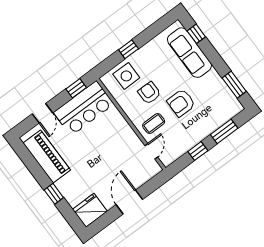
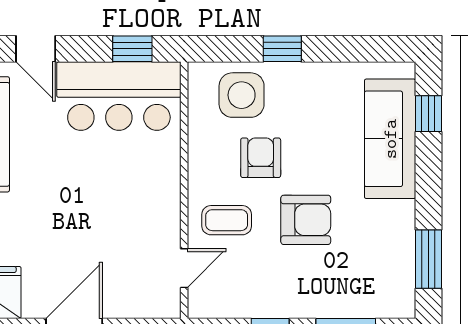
armchair: (181, 103) -> (306, 220), turned 180
door: (42, 113) -> (36, 49), hinge flipped

